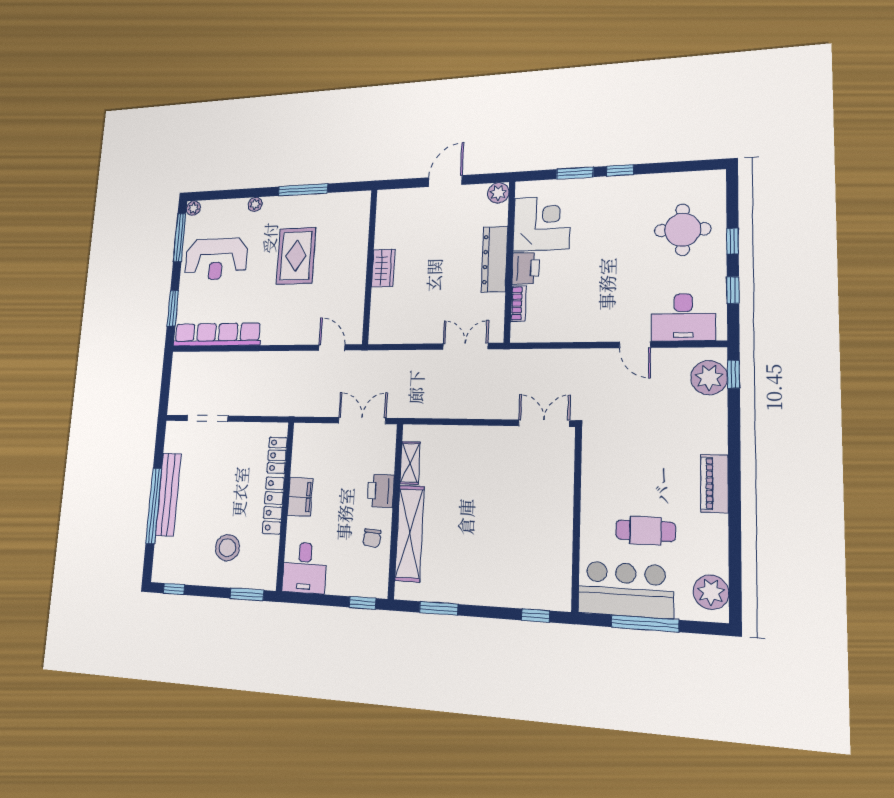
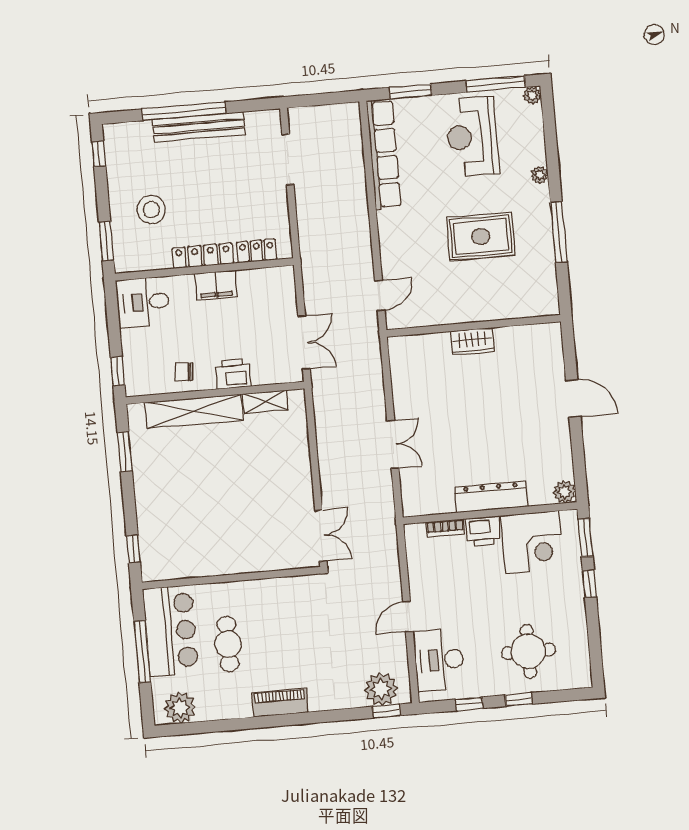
plant: (498, 193) -> (564, 492), moved
corner desk: (542, 224) -> (532, 542), moved
dresser: (495, 259) -> (491, 497), moved
wall: (510, 261) -> (490, 513), moved
printer: (526, 268) -> (483, 531), moved
bookcase: (518, 303) -> (445, 528), moved

